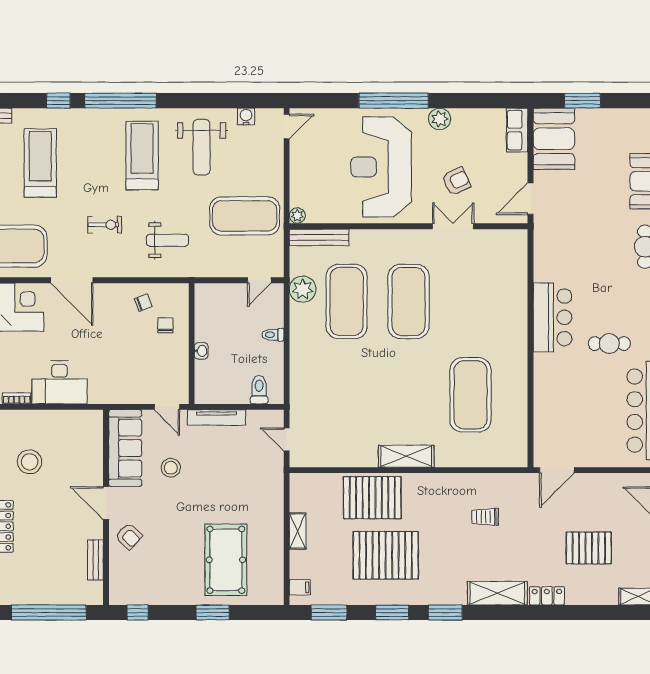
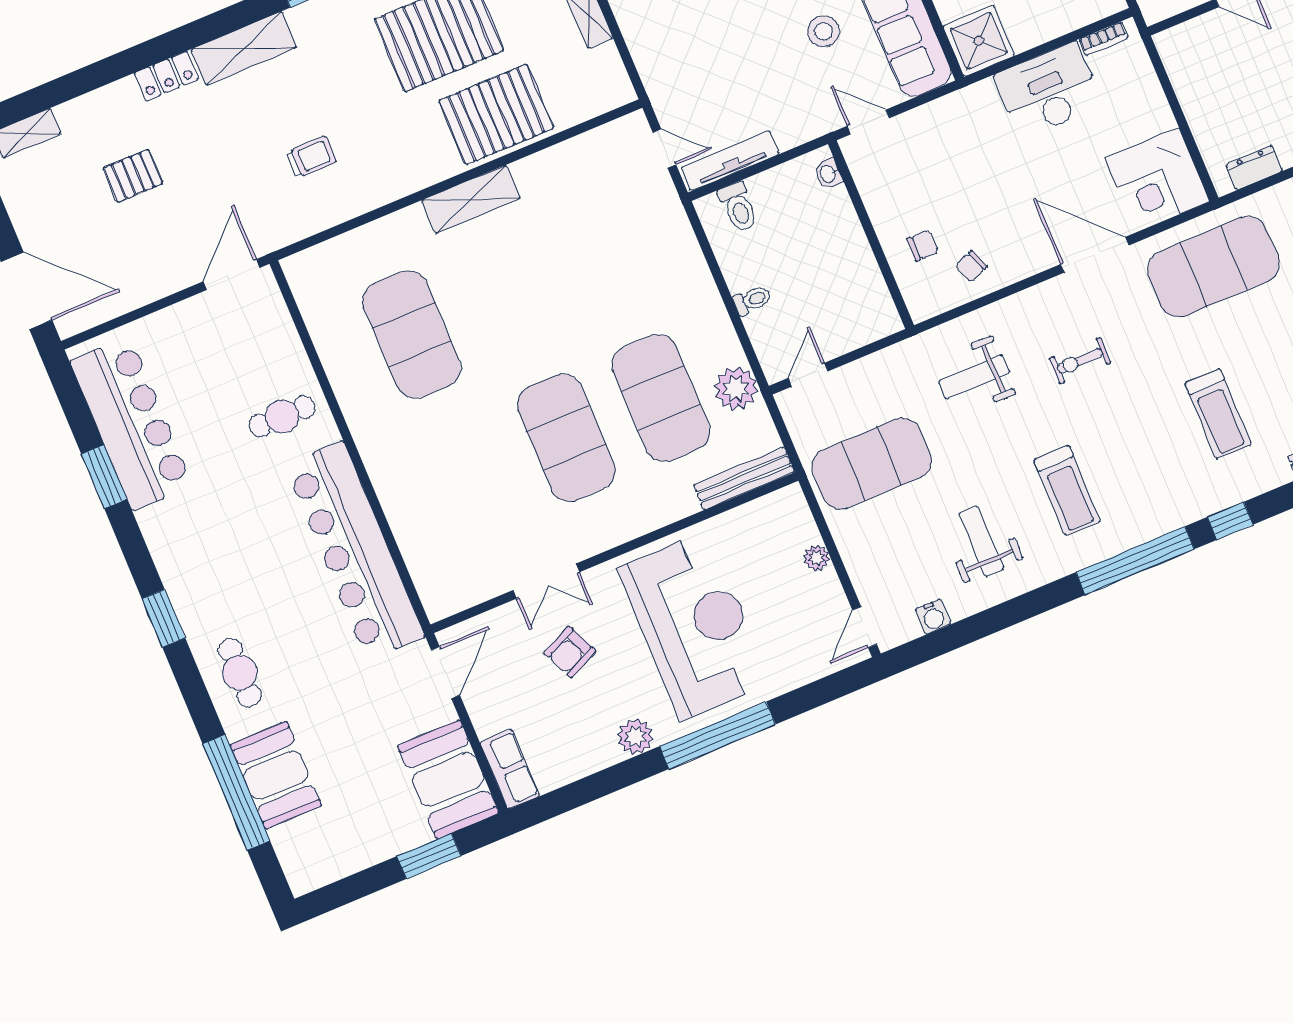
weight bench: (202, 147) -> (981, 541), width x0.73, depth x0.75
treadmill: (142, 155) -> (1067, 490), width x0.73, depth x0.73
treadmill: (40, 163) -> (1218, 414), width x0.73, depth x0.73
plant: (297, 216) -> (816, 558), moved
bar counter: (553, 317) -> (355, 551), width x1.86
chair: (165, 325) -> (923, 246), turned -90
cafe table: (609, 344) -> (282, 416), moved
washbasin: (201, 351) -> (828, 174), moved
tv unit: (216, 417) -> (730, 161), moved
shower: (87, 426) -> (979, 41), added
pallet: (589, 548) -> (133, 176), width x0.67, depth x0.71

